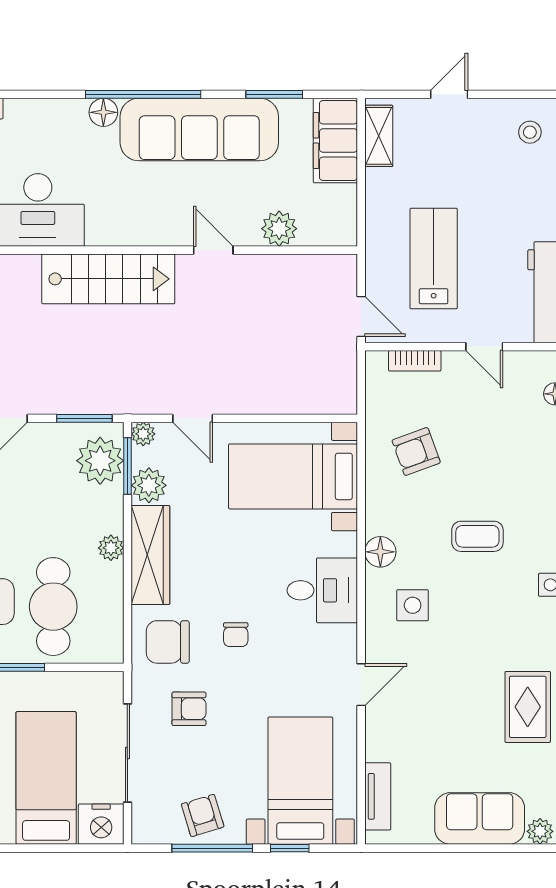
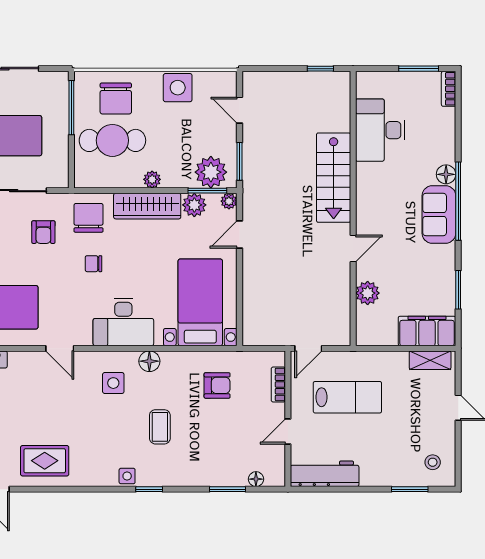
sofa: (199, 130) -> (439, 214), width x0.54, depth x0.79
armchair: (416, 451) -> (217, 385), turned 110
desk: (322, 590) -> (123, 322), width x1.37

